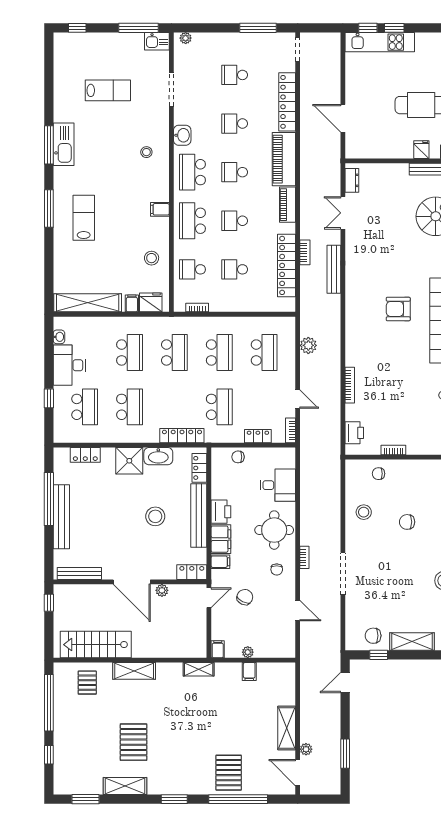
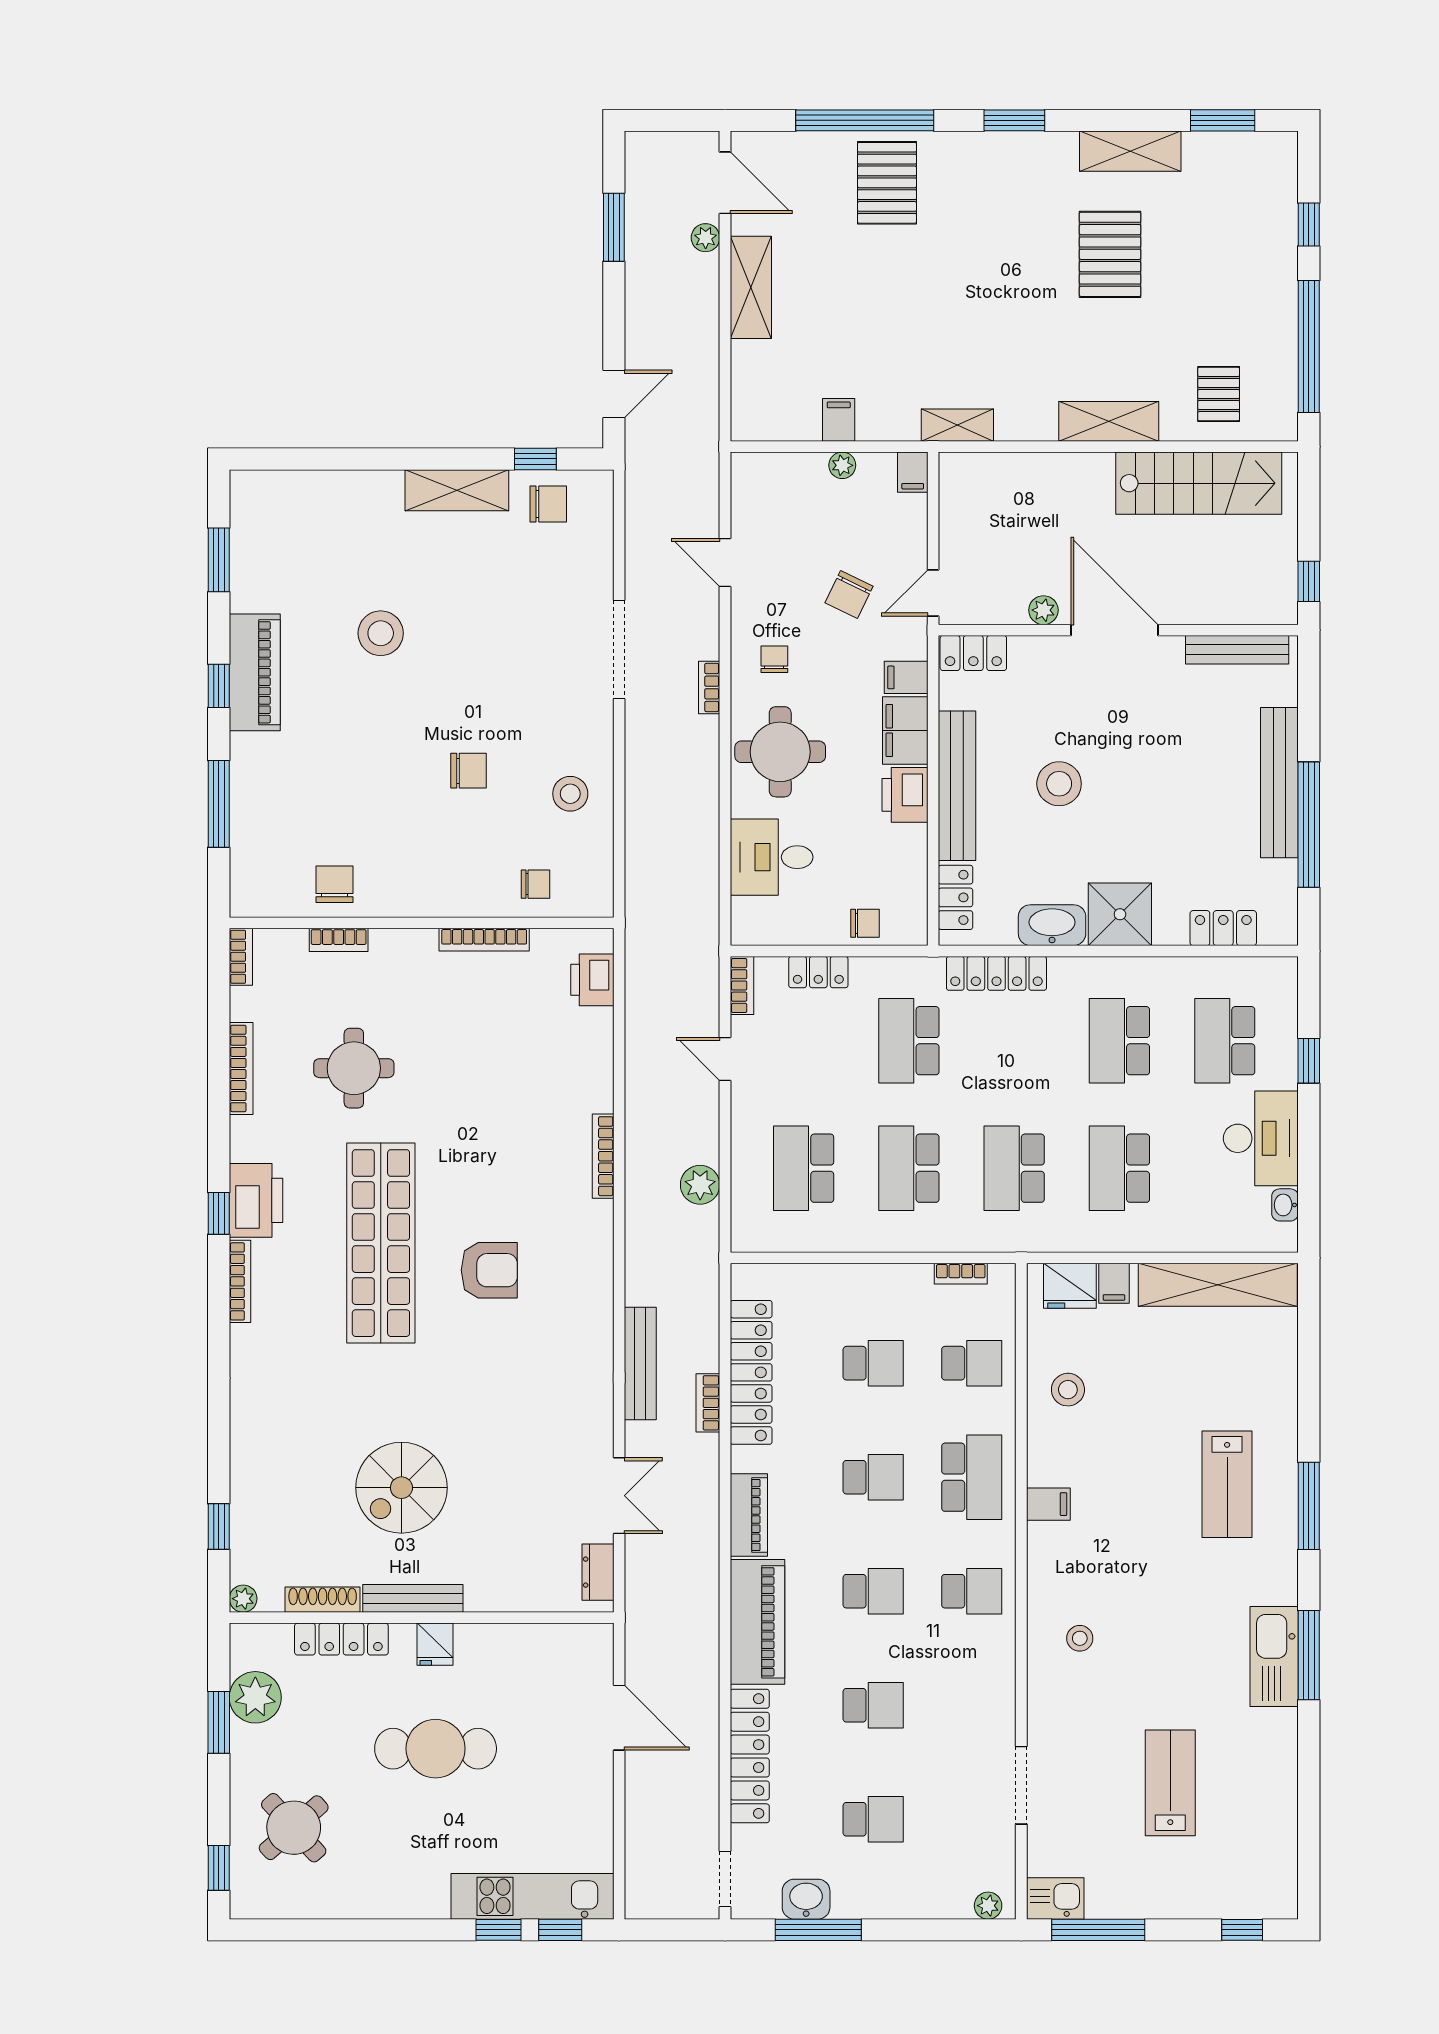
lab bench: (108, 90) -> (1170, 1783), turned 90
washbasin: (182, 135) -> (806, 1899), moved, turned 90
school desk: (193, 172) -> (972, 1591), width x0.54
bookcase: (350, 385) -> (603, 1156), moved
bookcase: (393, 450) -> (484, 940), width x1.56

